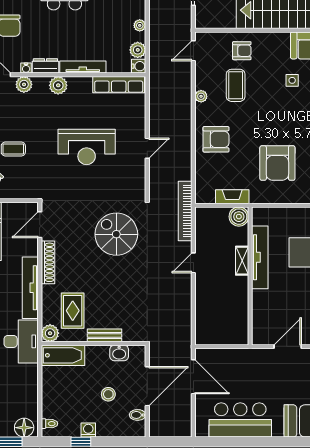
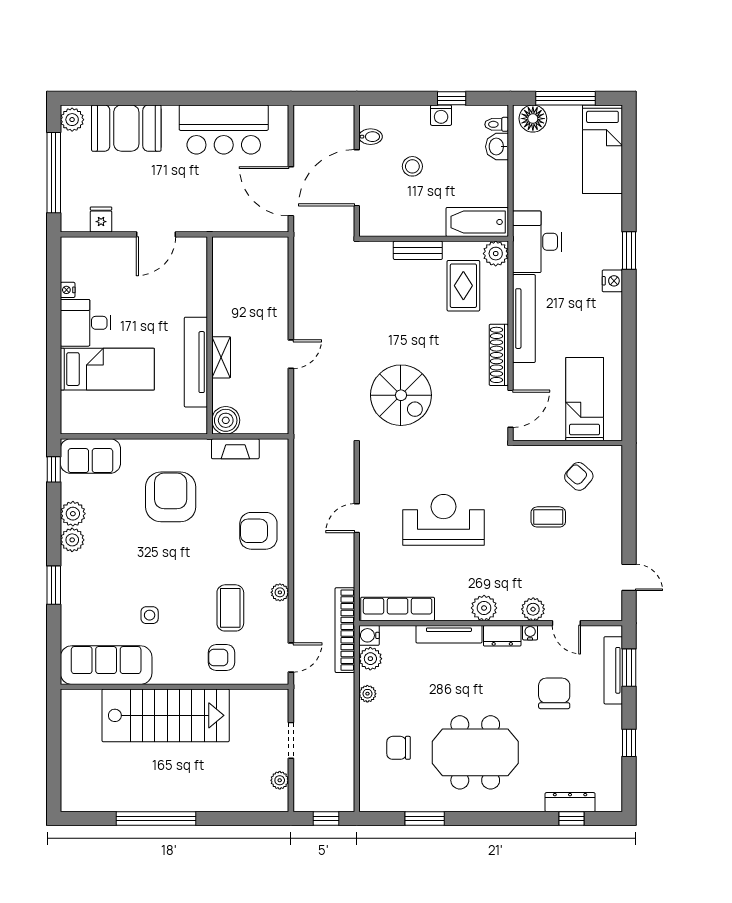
bookcase: (185, 211) -> (345, 630), moved, turned 180
washbasin: (119, 353) -> (497, 147), moved, turned -90

